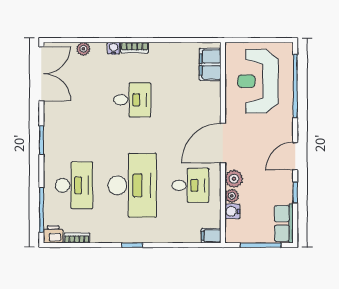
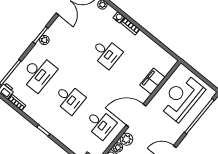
filing cabinet: (210, 64) -> (152, 81), moved
plant: (50, 142) -> (44, 40), added
desk: (132, 185) -> (69, 99), width x0.53, depth x0.77

